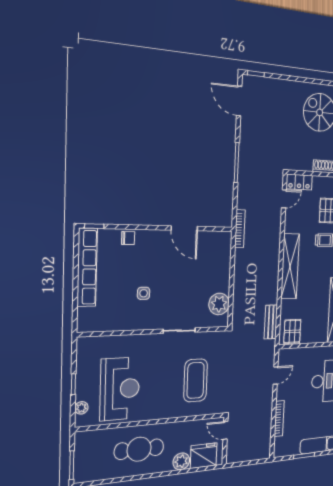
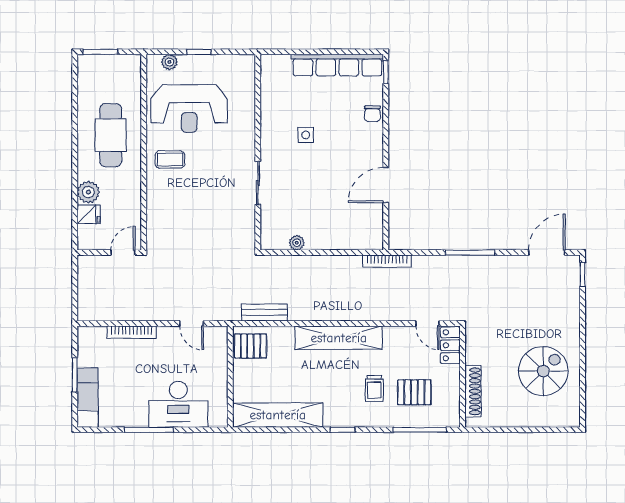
plant: (219, 304) -> (297, 243), width x0.53, depth x0.53
coffee table: (196, 380) -> (170, 159), moved, width x0.54, depth x0.58
fridge: (204, 456) -> (89, 214), width x0.53, depth x0.75

